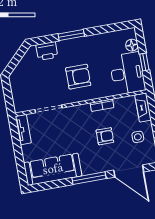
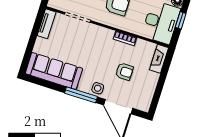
armchair: (105, 136) -> (124, 72), moved
side table: (138, 137) -> (98, 88), moved

